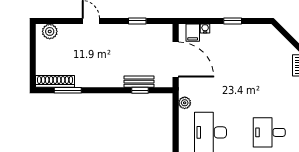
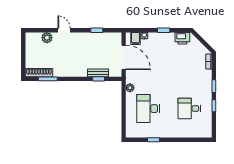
plant: (50, 31) -> (47, 38), moved
printer: (259, 32) -> (182, 38), added

